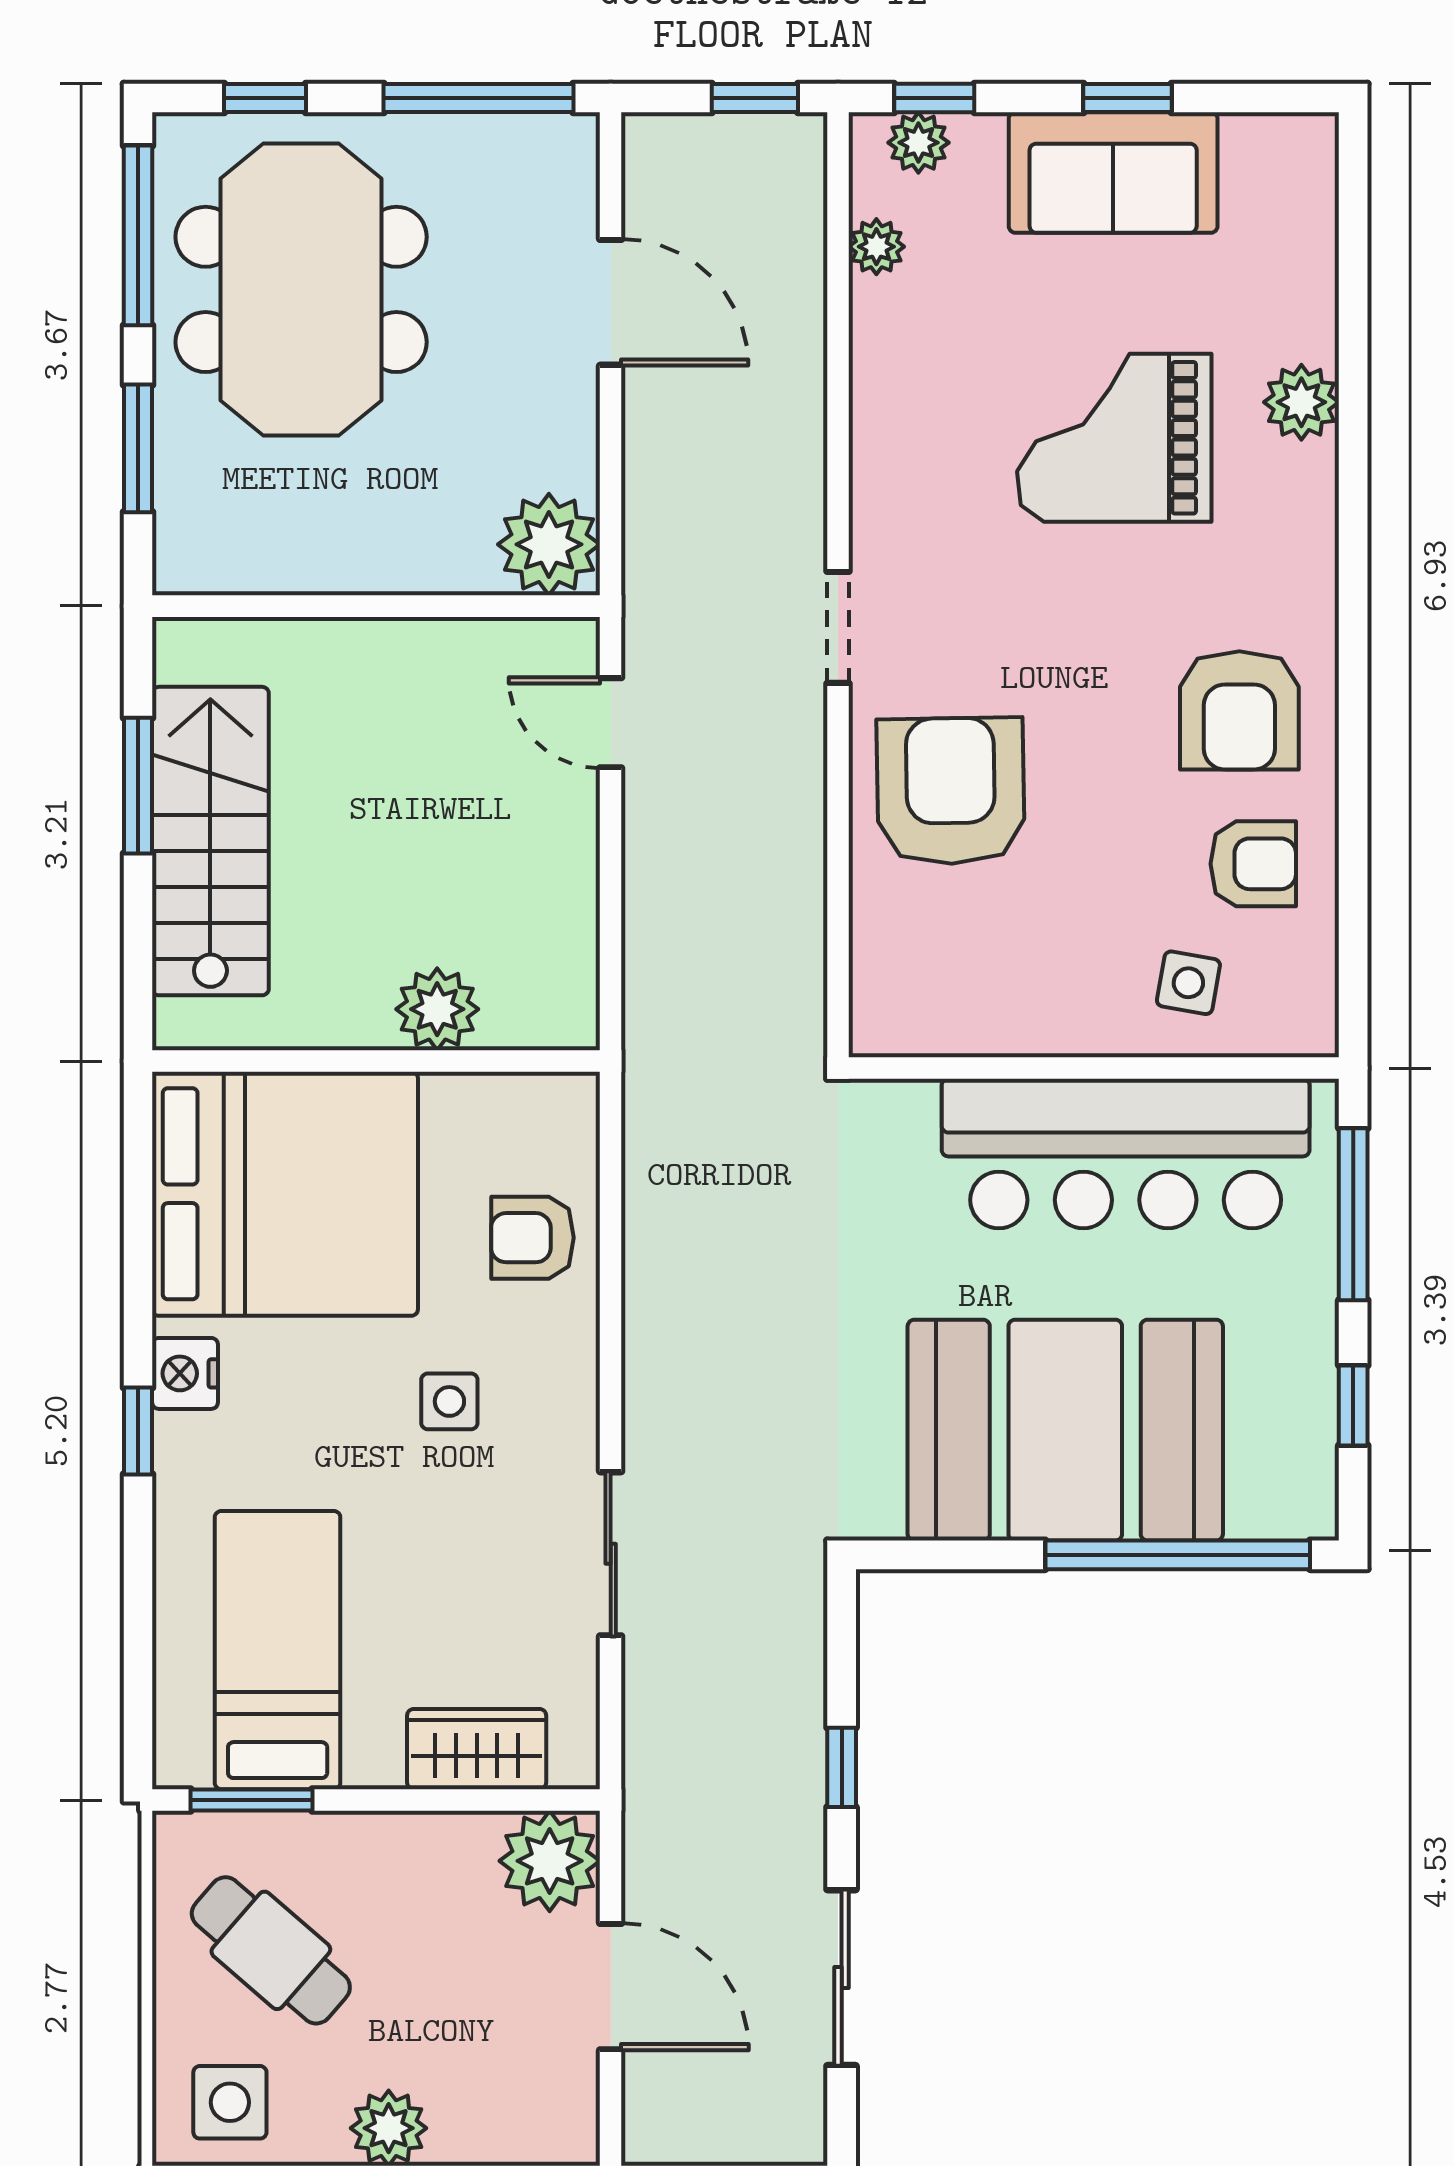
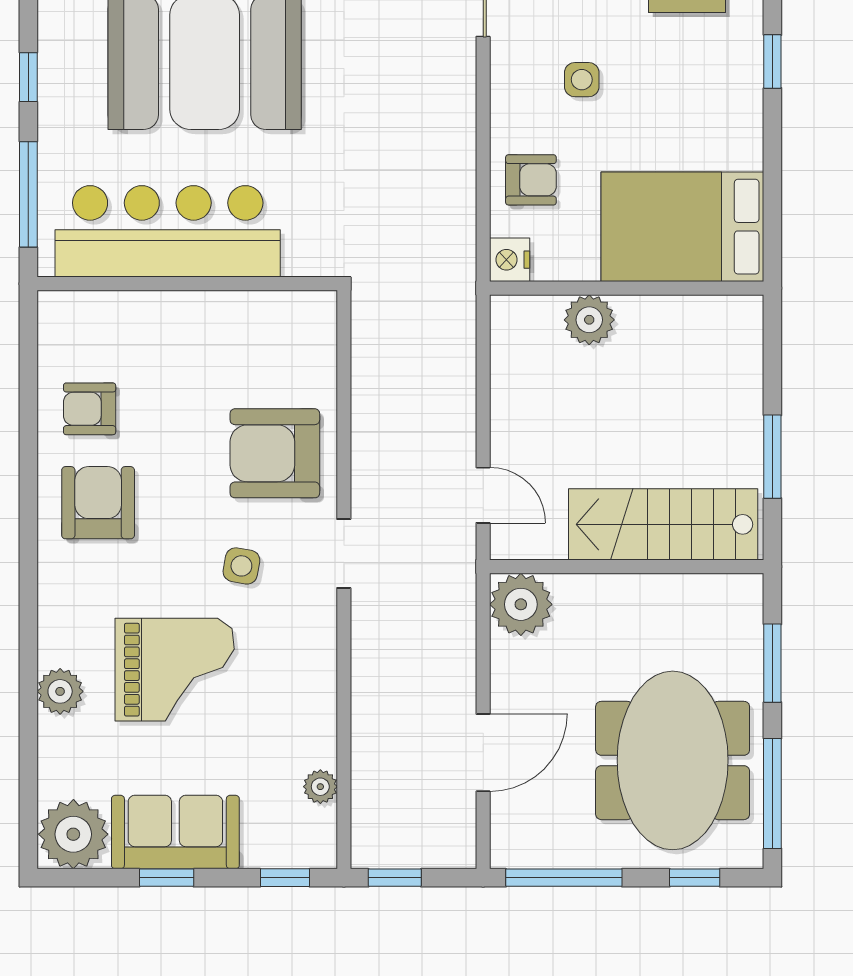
plant: (918, 143) -> (73, 834), moved, width x1.88, depth x1.88
door: (611, 302) -> (483, 753), swing flipped
armchair: (951, 791) -> (275, 453), turned 91
stairs: (210, 841) -> (663, 524), moved, turned 90
side table: (1188, 983) -> (241, 566), moved
bed: (285, 1194) -> (682, 227), width x0.73
nightstand: (185, 1373) -> (510, 260), moved, turned 180

